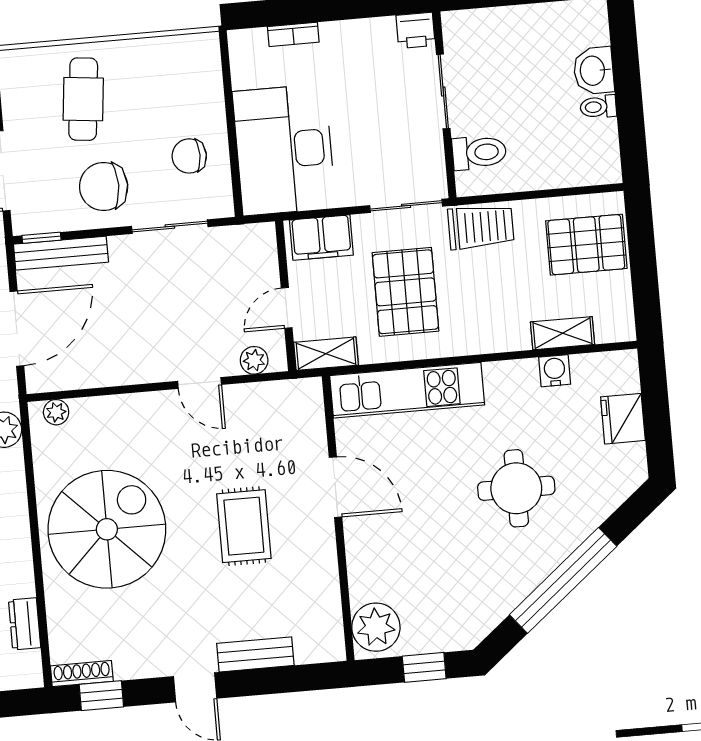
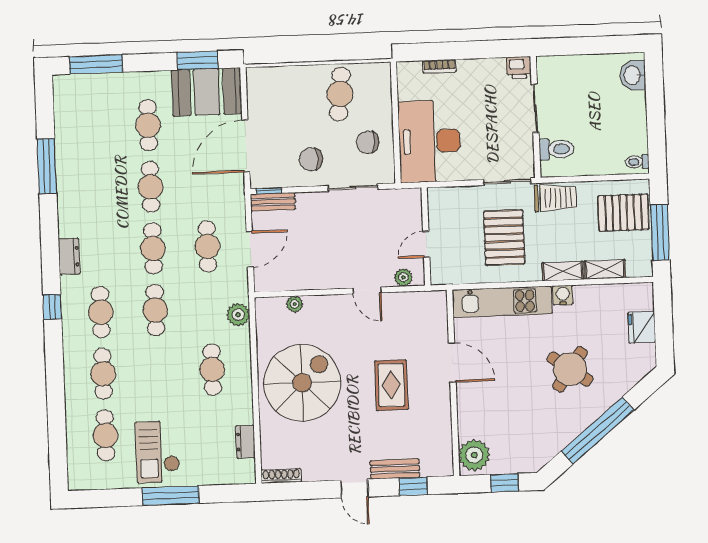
washbasin: (594, 71) -> (633, 75), moved
cafe table: (83, 99) -> (340, 94), moved
toilet: (598, 107) -> (637, 162), moved
chair: (104, 187) -> (311, 159), width x0.73, depth x0.73
filing cabinet: (321, 238) -> (451, 200), removed
bench: (61, 253) -> (273, 202), width x0.73
window: (644, 272) -> (660, 233), added
door: (17, 329) -> (250, 249), width x0.73
shelving: (326, 354) -> (563, 271), moved
water cooler: (555, 371) -> (563, 295), moved
plant: (56, 412) -> (295, 304), moved
round table: (516, 488) -> (570, 369), turned 35
window: (101, 696) -> (413, 486), moved

